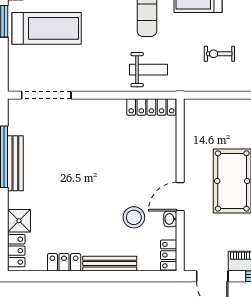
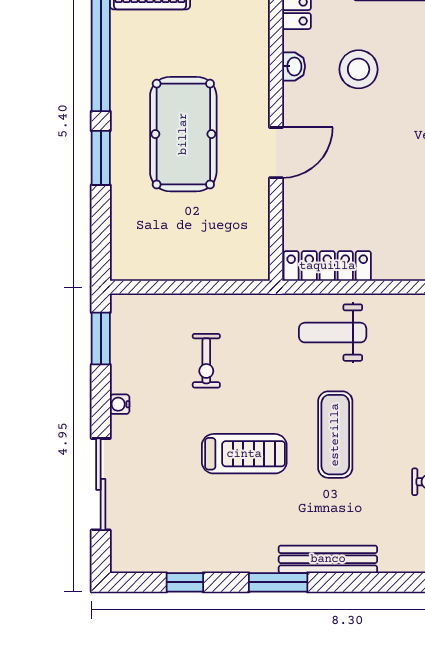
exercise bike: (219, 54) -> (206, 361), turned 90
door: (180, 197) -> (276, 153), moved

